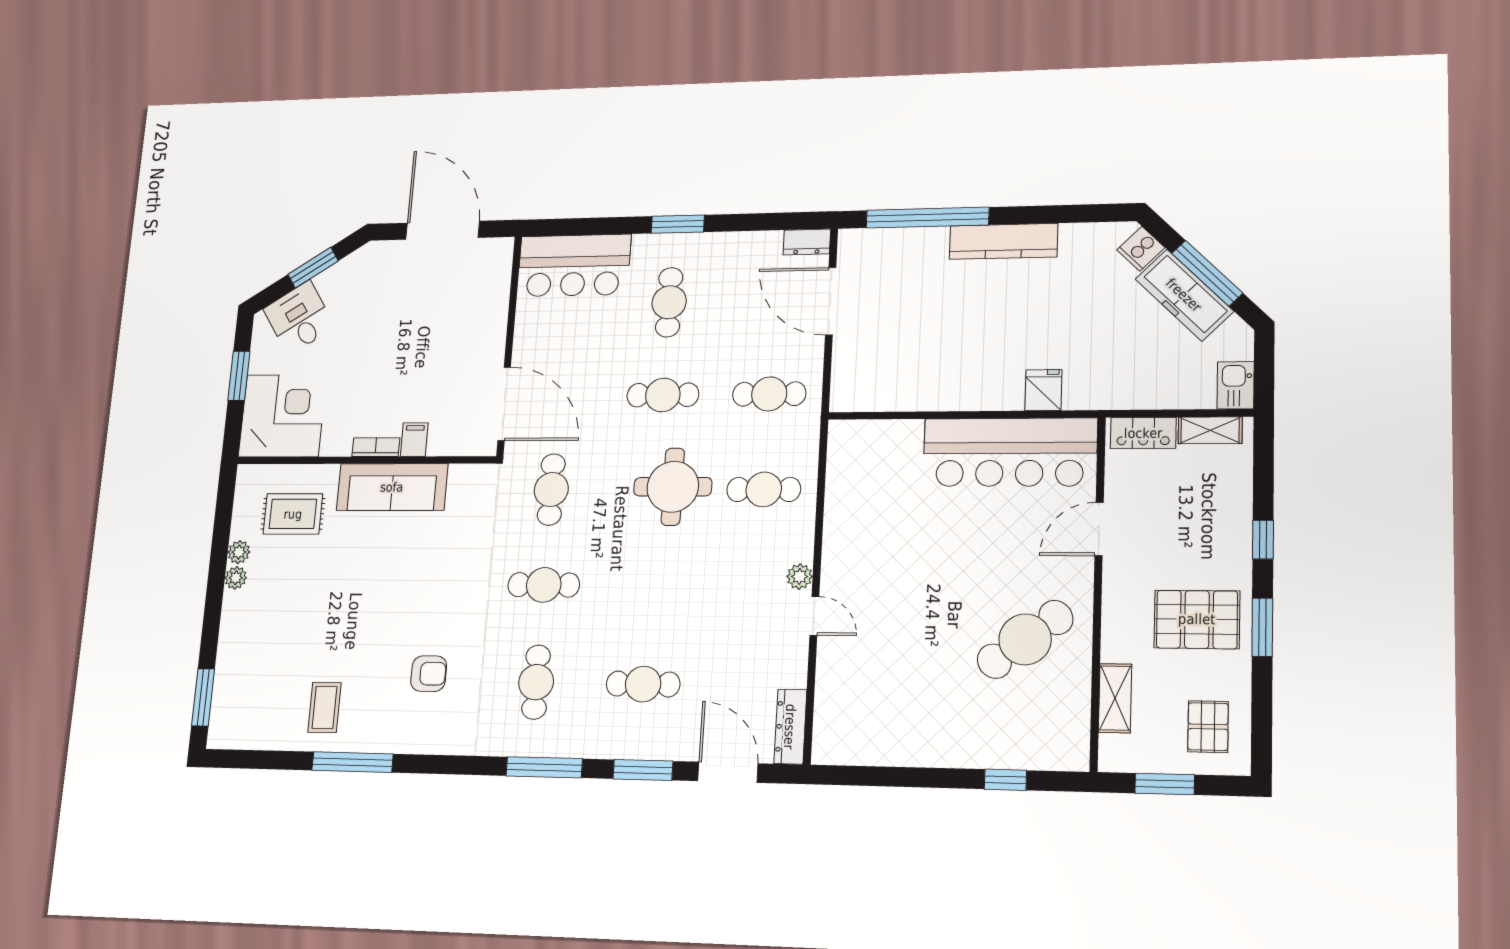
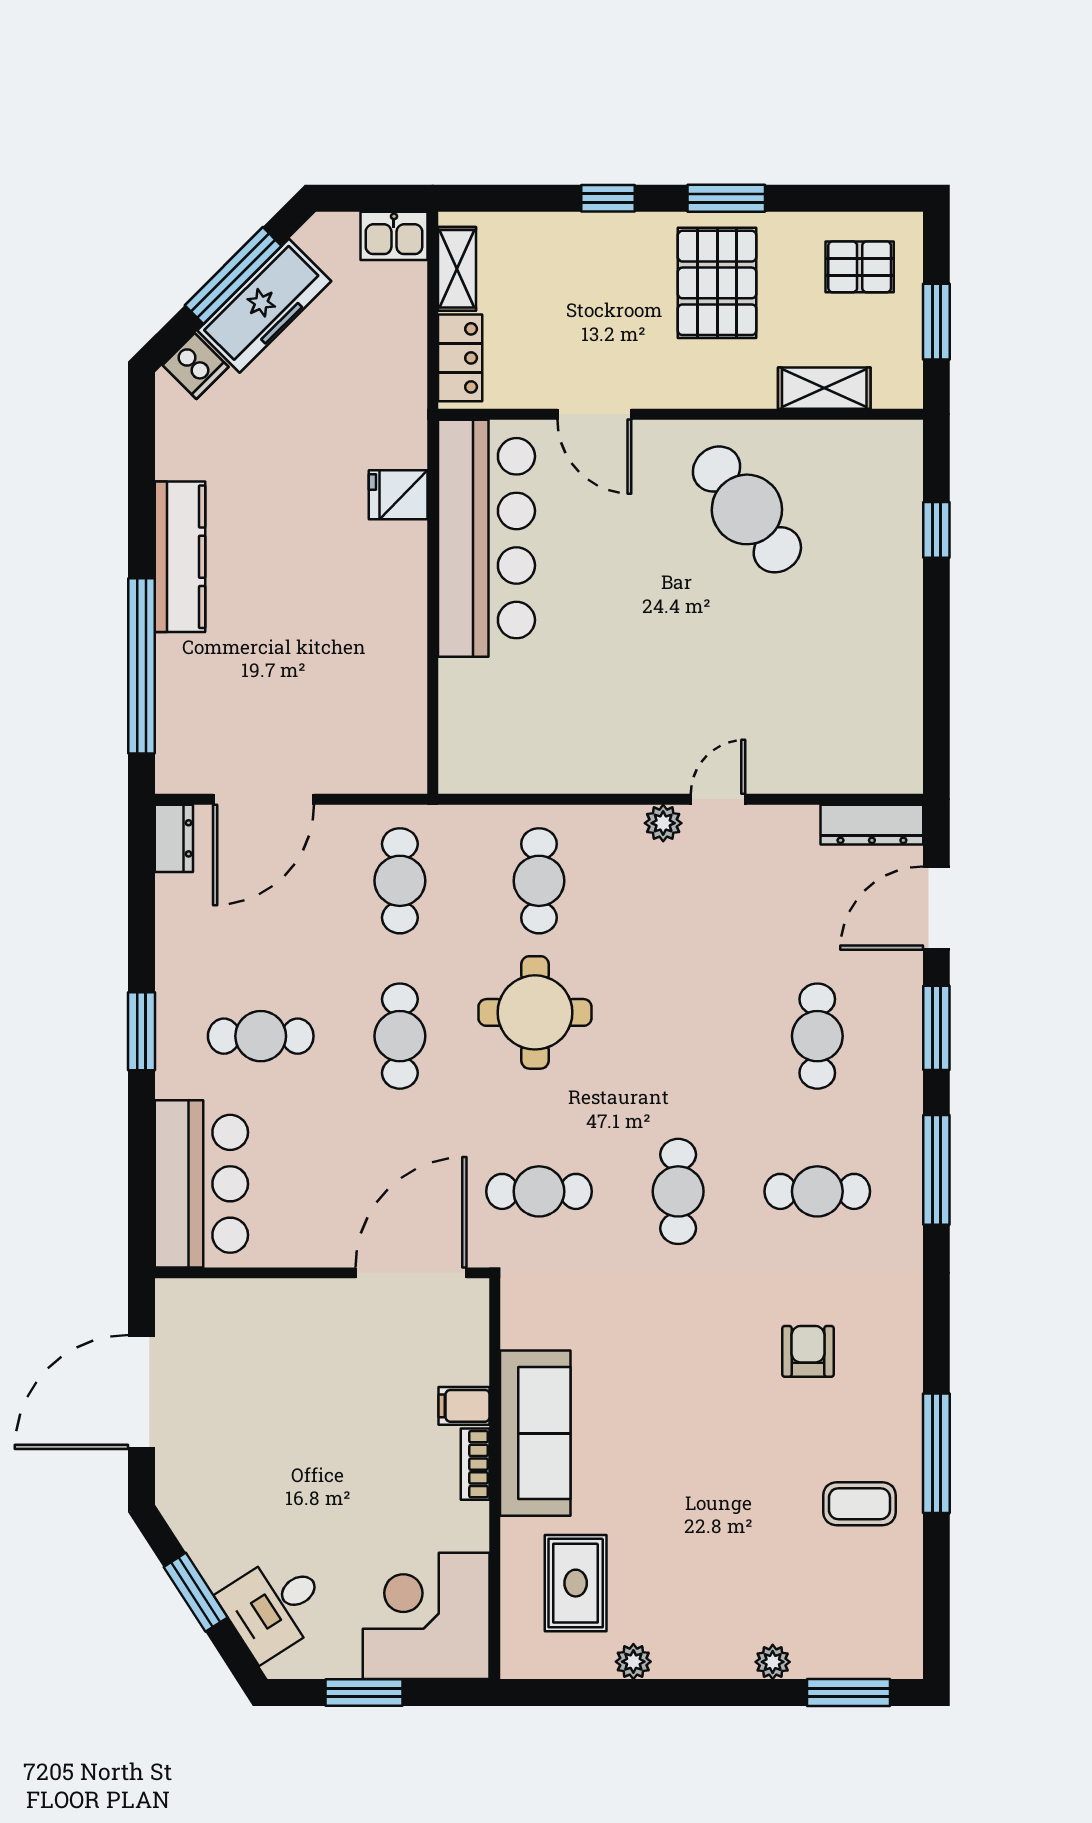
plant: (236, 578) -> (773, 1662), moved

